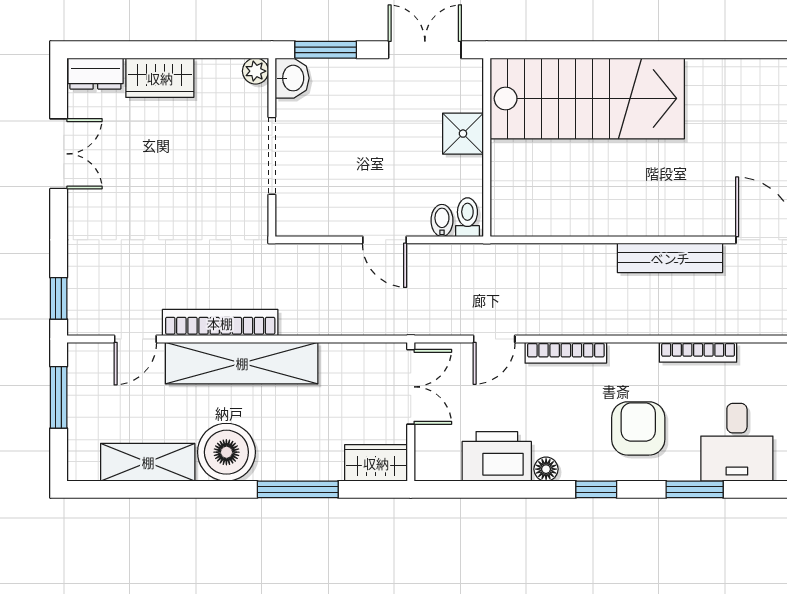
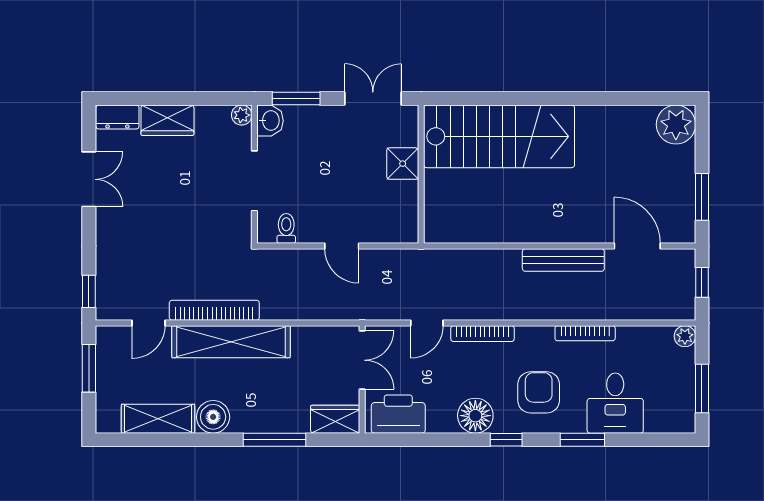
toilet: (467, 217) -> (286, 228), moved
bidet: (442, 220) -> (386, 231), removed
boiler: (226, 452) -> (213, 417), width x0.73, depth x0.73
printer: (497, 456) -> (398, 414), moved
floor lamp: (546, 469) -> (475, 416), width x1.89, depth x1.89

